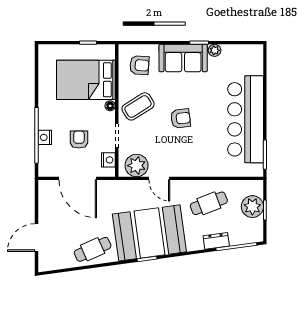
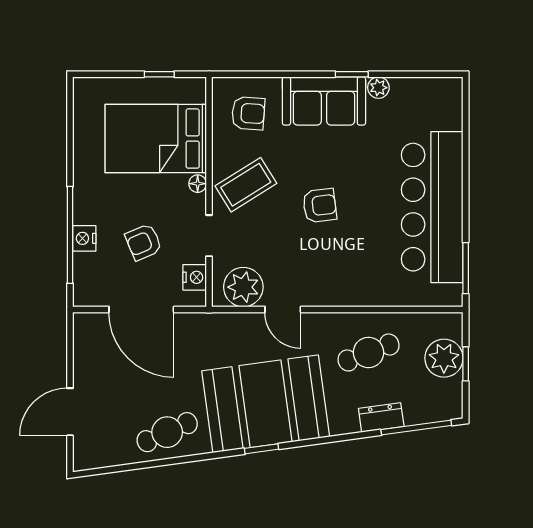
armchair: (79, 140) -> (144, 242), turned -113

